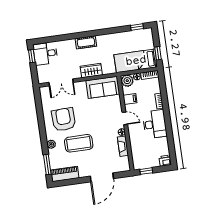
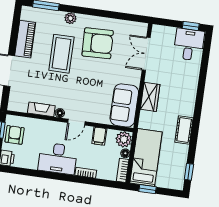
cot: (86, 42) -> (184, 130), moved
armchair: (147, 160) -> (15, 135), added
piano: (65, 174) -> (25, 39), moved

